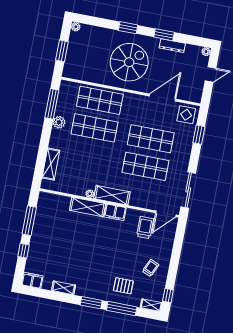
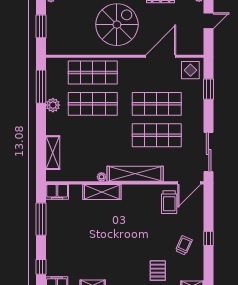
shelving: (112, 195) -> (135, 174), width x1.47
filing cabinet: (115, 212) -> (57, 192), moved
trolley: (145, 227) -> (169, 202), turned 180
window: (24, 251) -> (41, 267), moved
pallet: (123, 286) -> (158, 271), turned 90
window: (168, 296) -> (209, 238), moved

